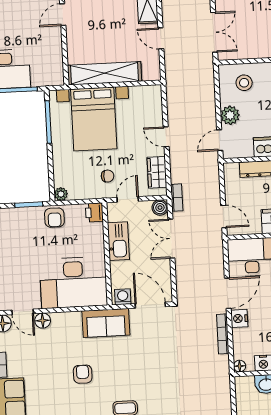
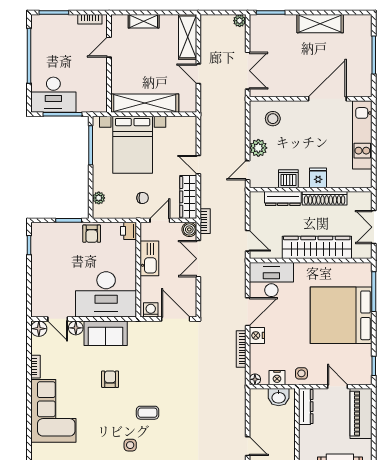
wardrobe: (157, 172) -> (188, 197), width x1.50
plant: (61, 194) -> (99, 198), moved
sofa: (106, 323) -> (106, 333), moved

